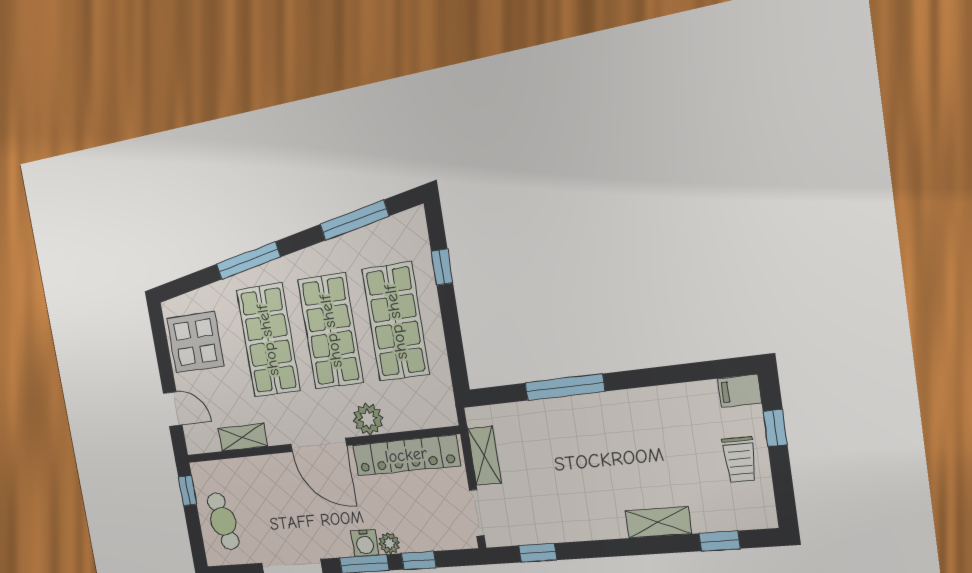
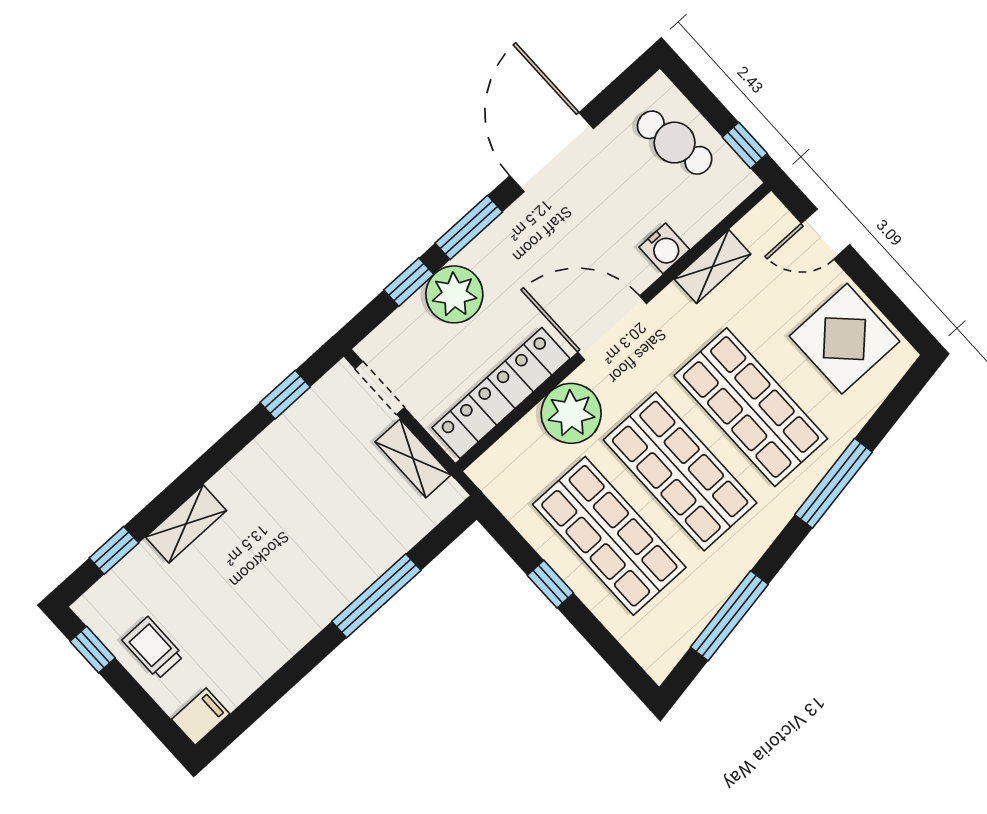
window: (442, 267) -> (550, 584), moved
plant: (368, 419) -> (571, 413), width x1.36, depth x1.36
window: (775, 428) -> (93, 650), moved
water cooler: (365, 543) -> (664, 248), moved, turned 180
plant: (389, 543) -> (454, 294), width x1.87, depth x1.87

